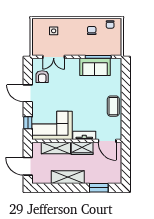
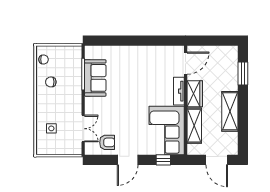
coffee table: (113, 106) -> (143, 56), removed
door: (28, 166) -> (217, 160), hinge flipped

